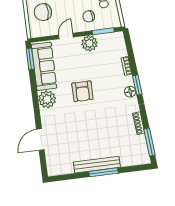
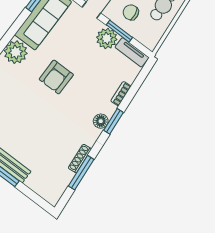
window: (103, 31) -> (119, 31), moved
tv unit: (111, 38) -> (132, 52), added
window: (149, 142) -> (81, 173), moved

